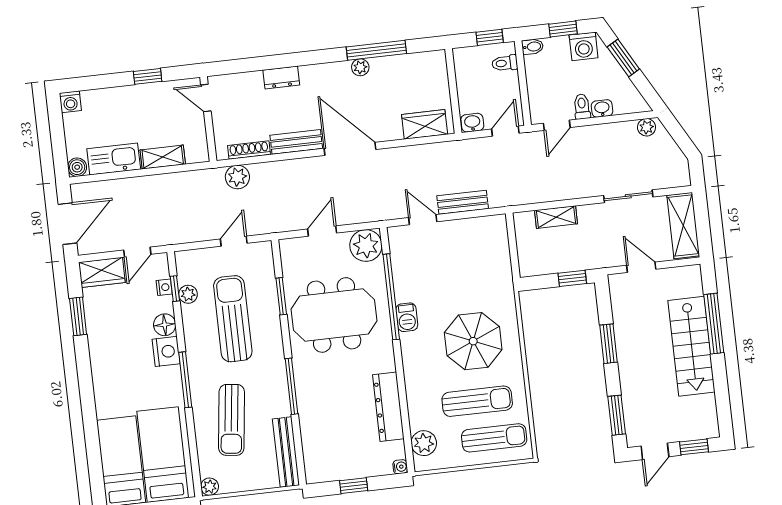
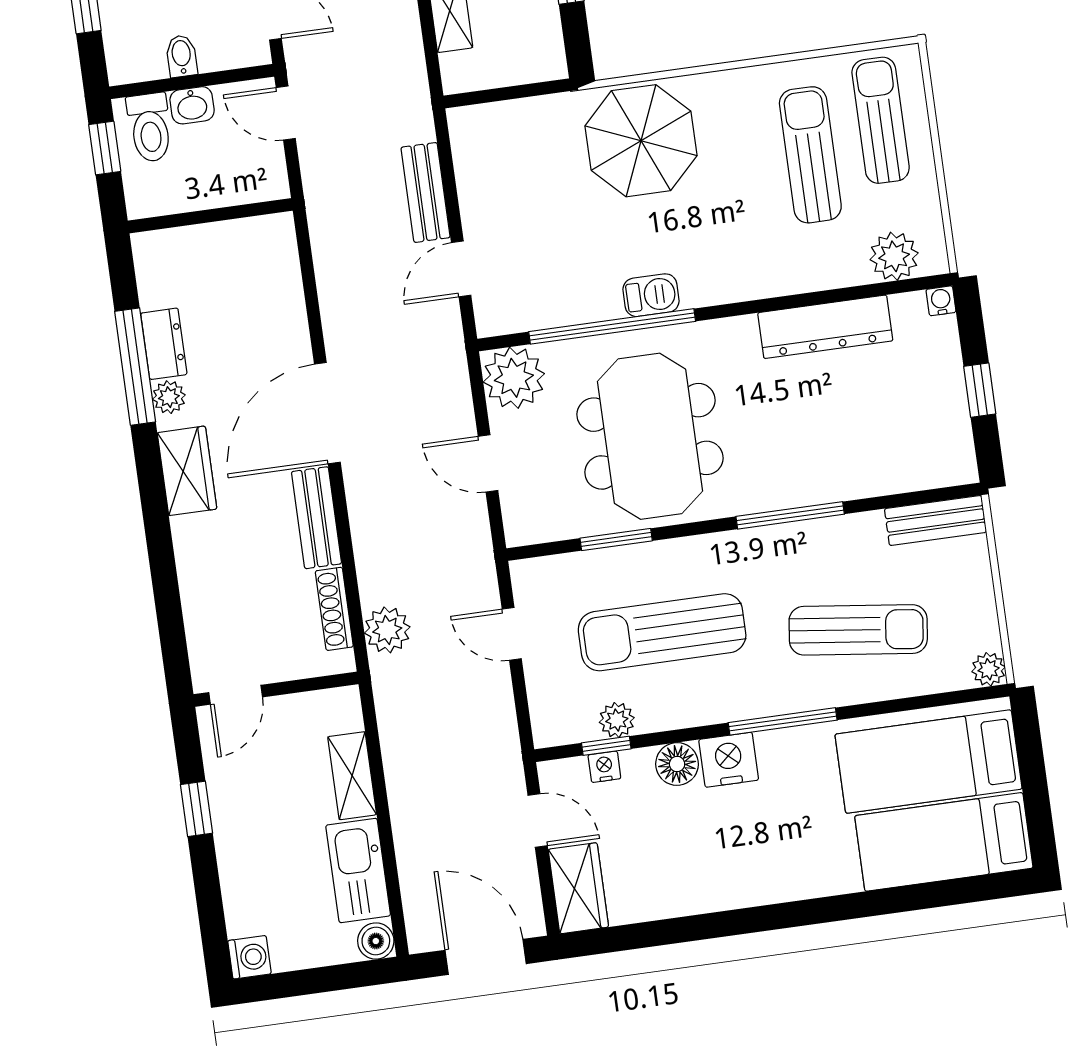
bidet: (533, 47) -> (182, 56), moved
toilet: (505, 63) -> (150, 128), width x1.37, depth x1.39
dresser: (281, 78) -> (164, 344), moved
washbasin: (472, 123) -> (192, 105), moved, turned -90
wardrobe: (425, 124) -> (187, 471), moved, turned 180
window: (78, 316) -> (665, 932), removed
parasol: (473, 341) -> (641, 141), moved
bench: (286, 452) -> (935, 520), width x0.73

